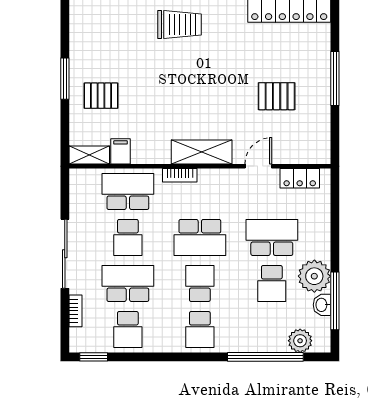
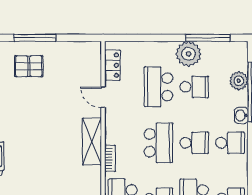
pallet: (277, 96) -> (29, 66), moved, turned 90
school desk: (200, 283) -> (194, 143), turned 180
washbasin: (322, 305) -> (241, 115), moved, turned 90
plant: (300, 341) -> (239, 81), moved

